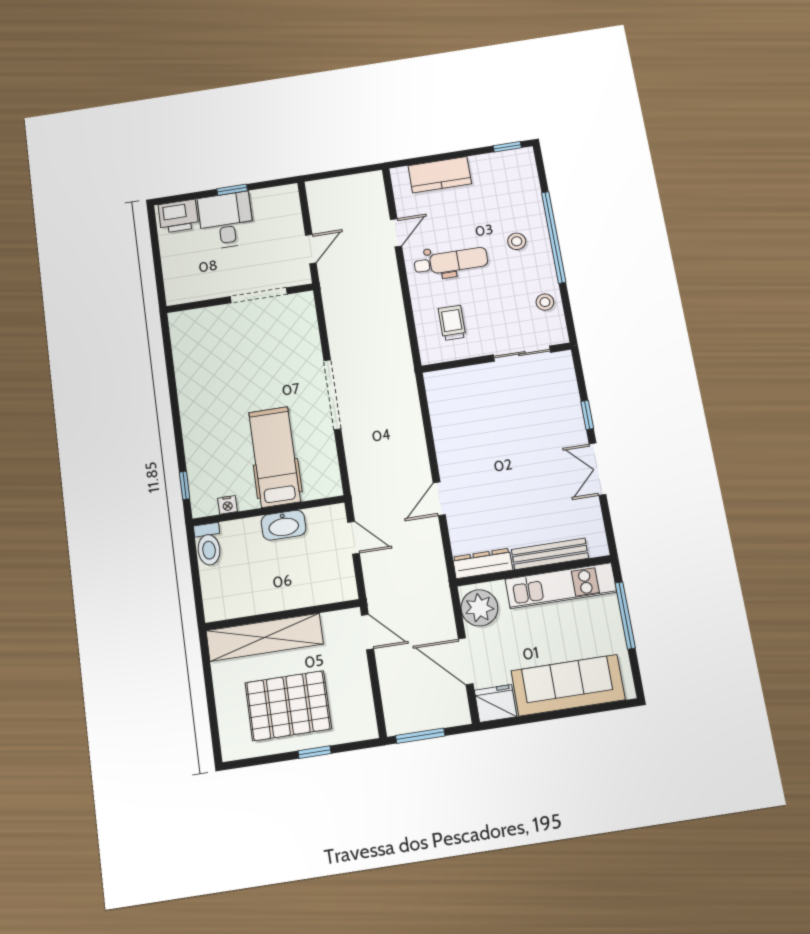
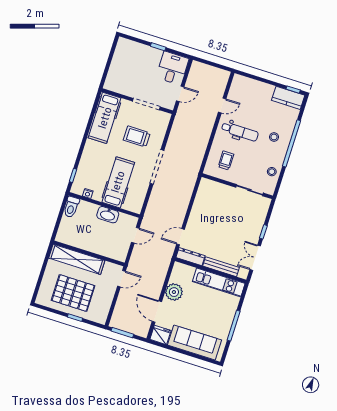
kitchen counter: (440, 175) -> (288, 98), moved
printer: (178, 216) -> (128, 47), removed
desk: (226, 220) -> (172, 68), moved
hospital bed: (194, 355) -> (105, 118), added
trolley: (269, 360) -> (137, 137), added
door: (354, 538) -> (135, 235), hinge flipped
bench: (550, 554) -> (221, 267), moved
dresser: (483, 563) -> (190, 257), moved
wall: (534, 571) -> (210, 270), moved
kitchen unit: (561, 586) -> (219, 282), moved
door: (367, 632) -> (121, 279), hinge flipped

